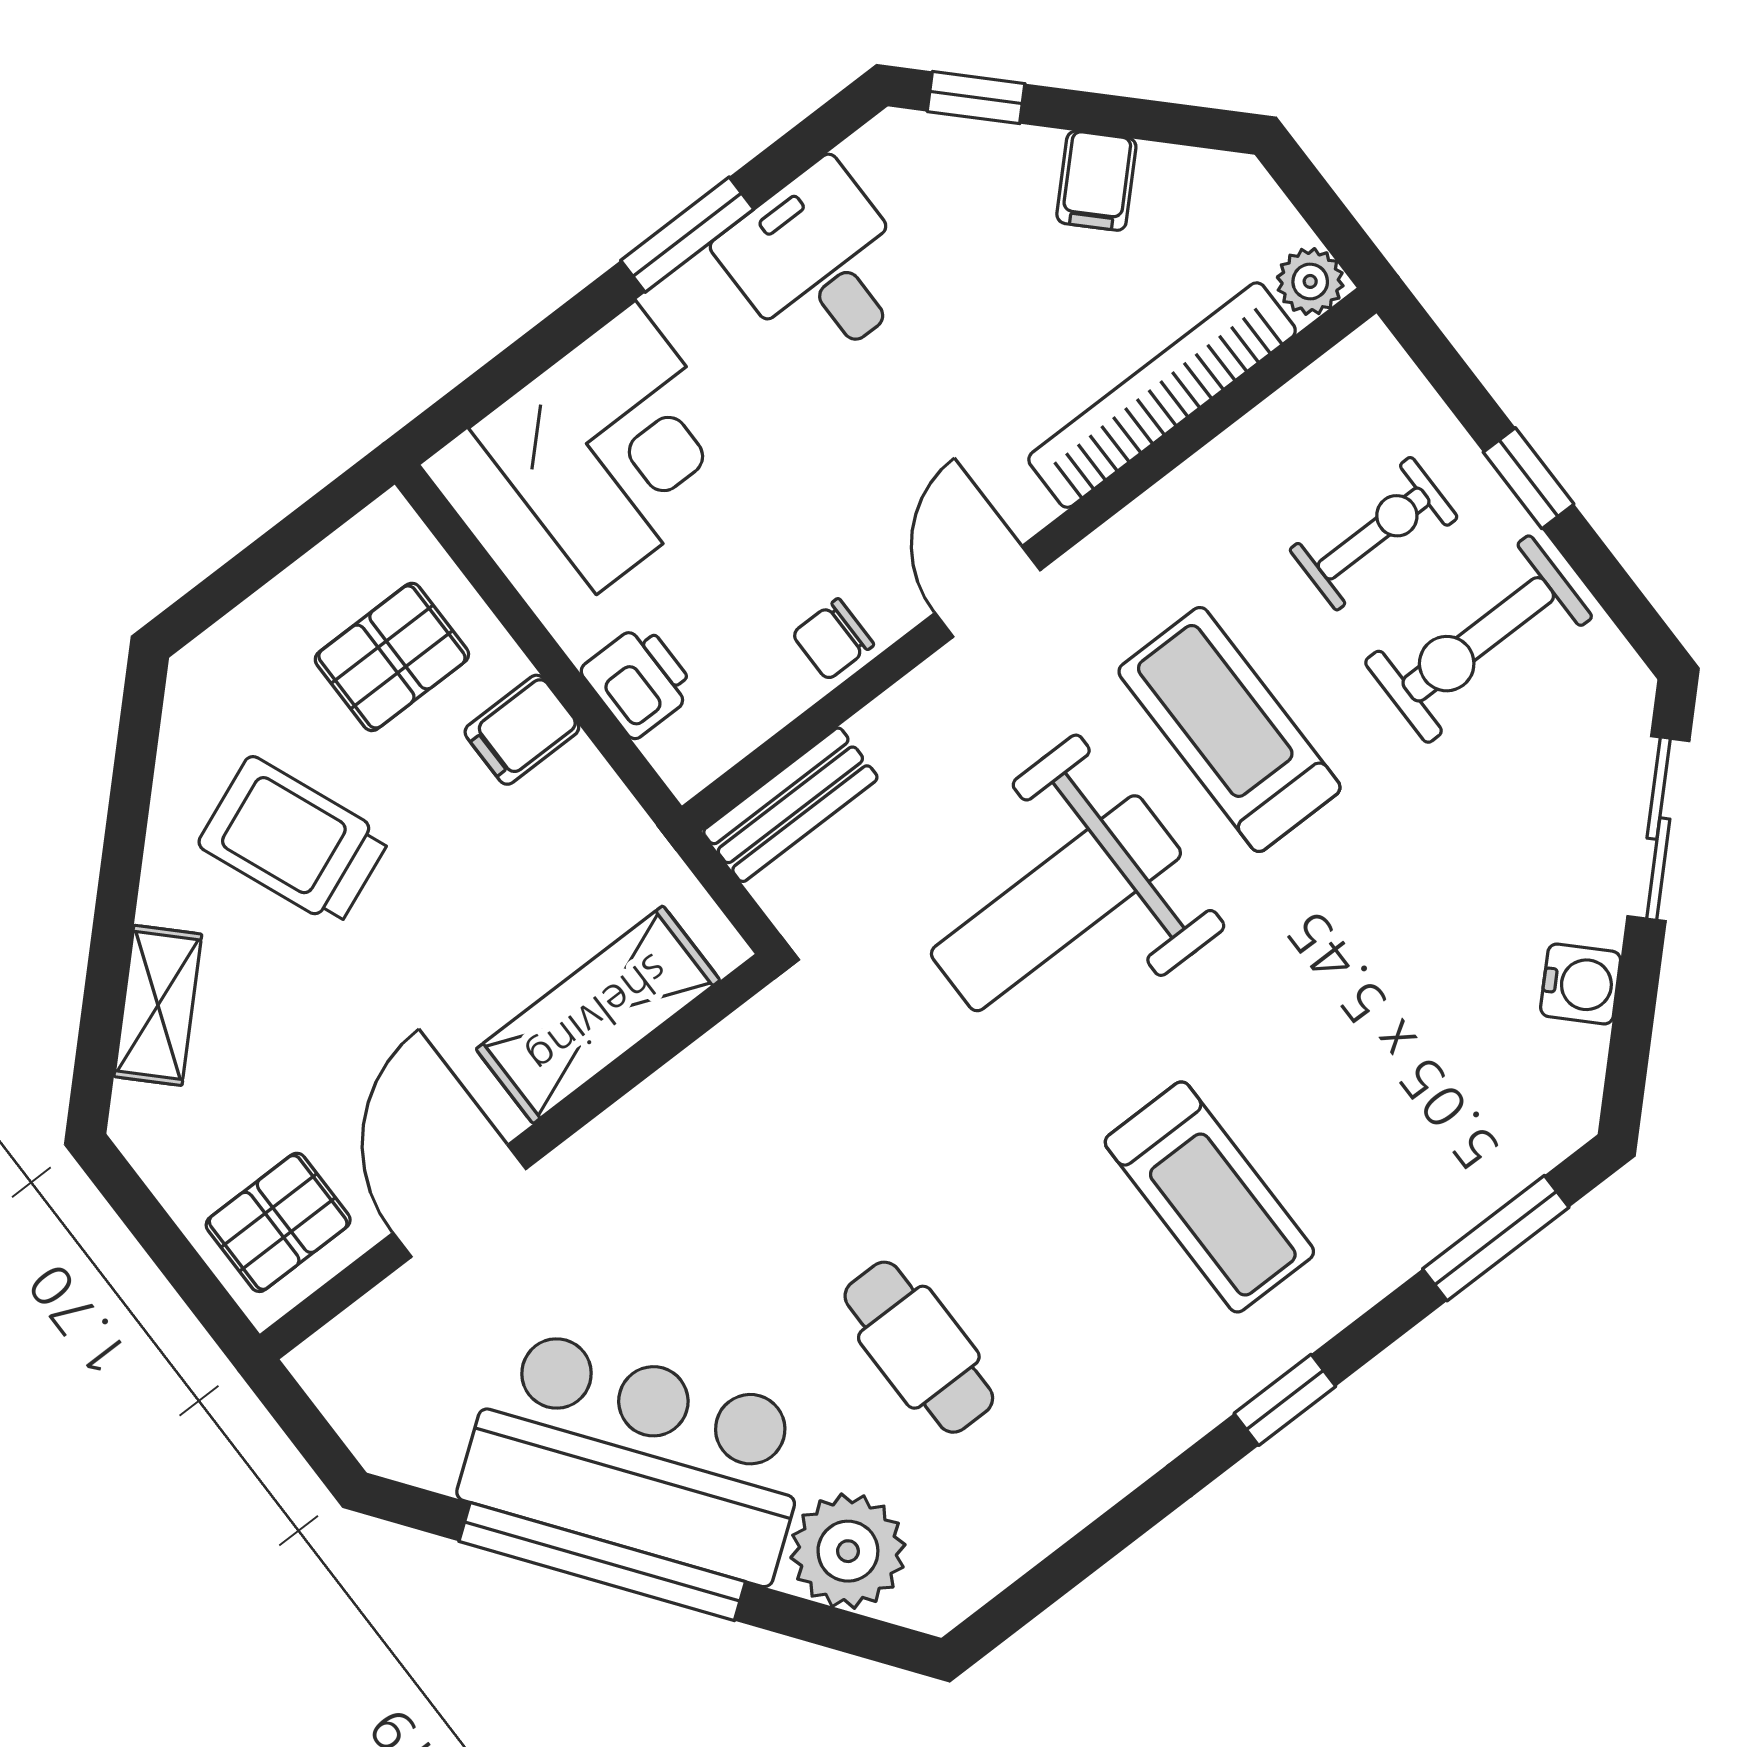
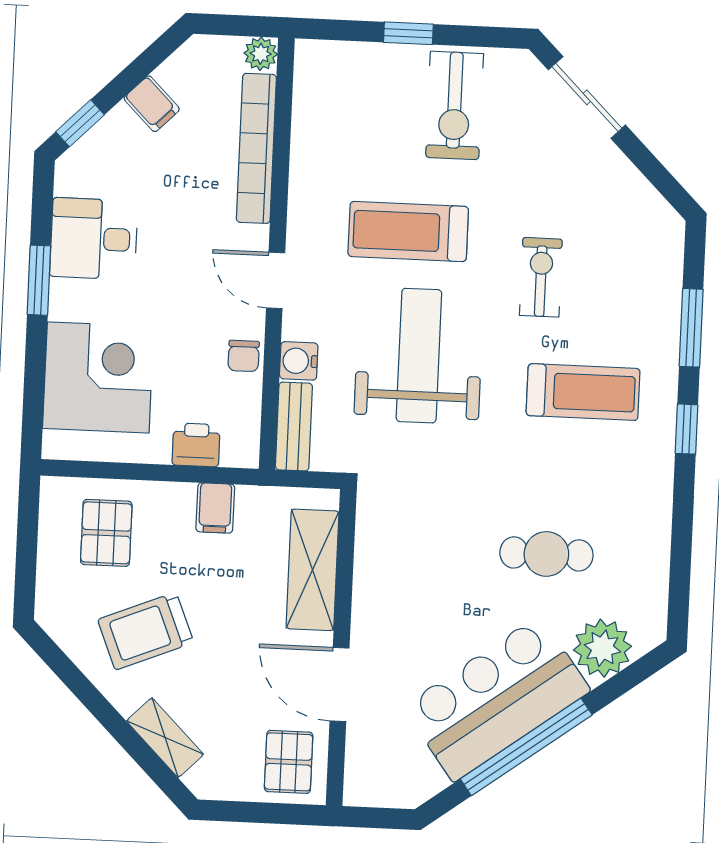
exercise bike: (1374, 534) -> (541, 277), moved
filing cabinet: (522, 730) -> (215, 508), moved
weight bench: (1056, 903) -> (419, 356), turned 180
water cooler: (1581, 984) -> (299, 361), moved, turned -135
window: (1496, 1238) -> (691, 328), moved

